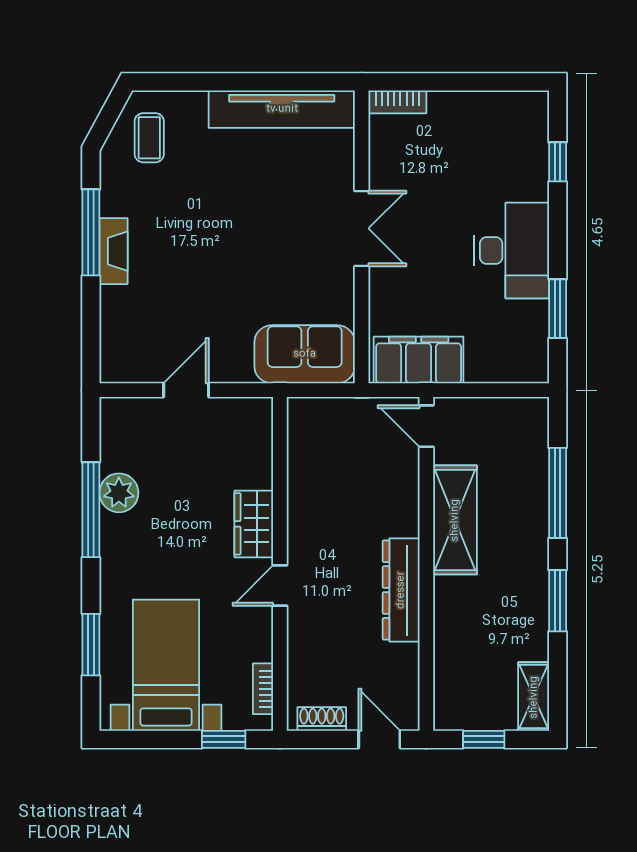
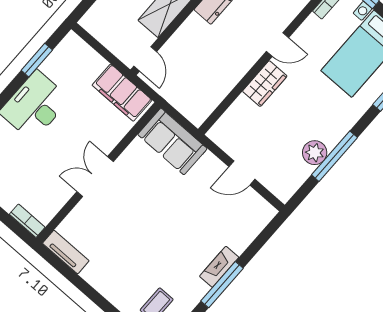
tv unit: (282, 109) -> (66, 252), width x0.52, depth x0.78

